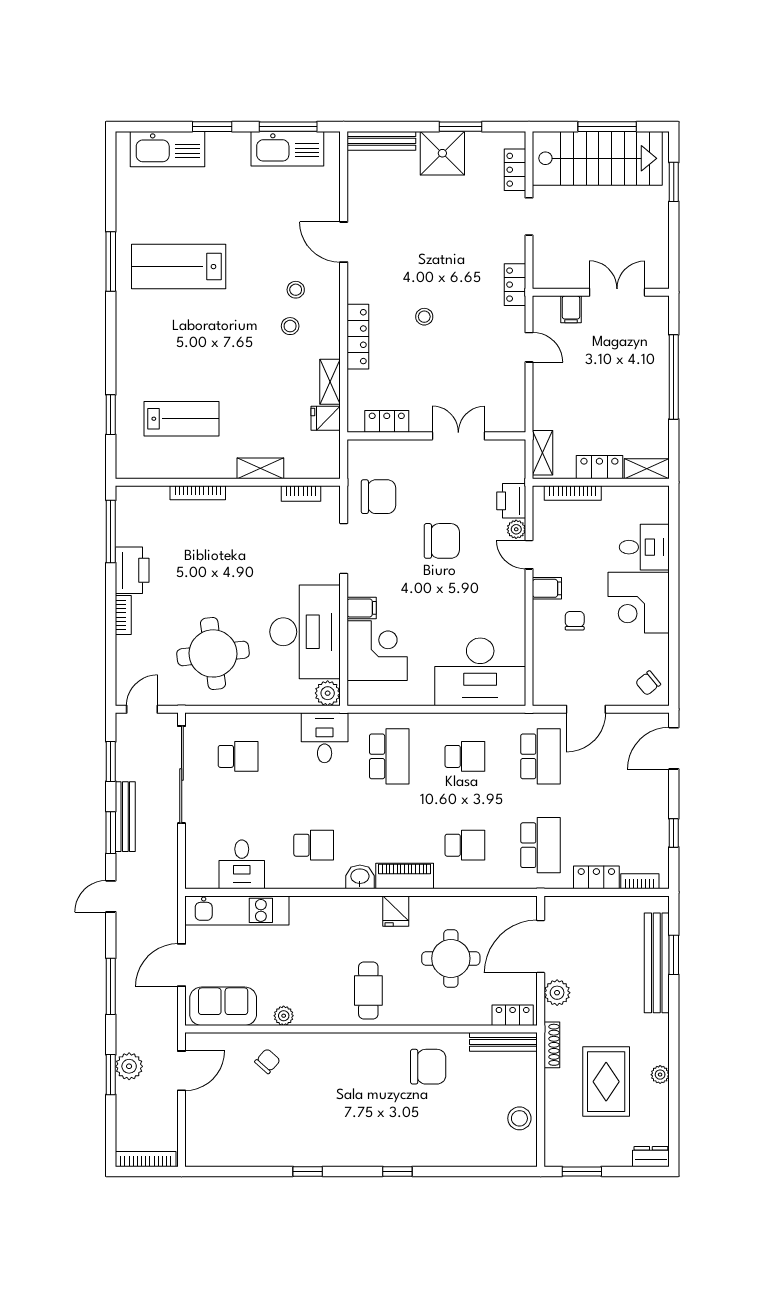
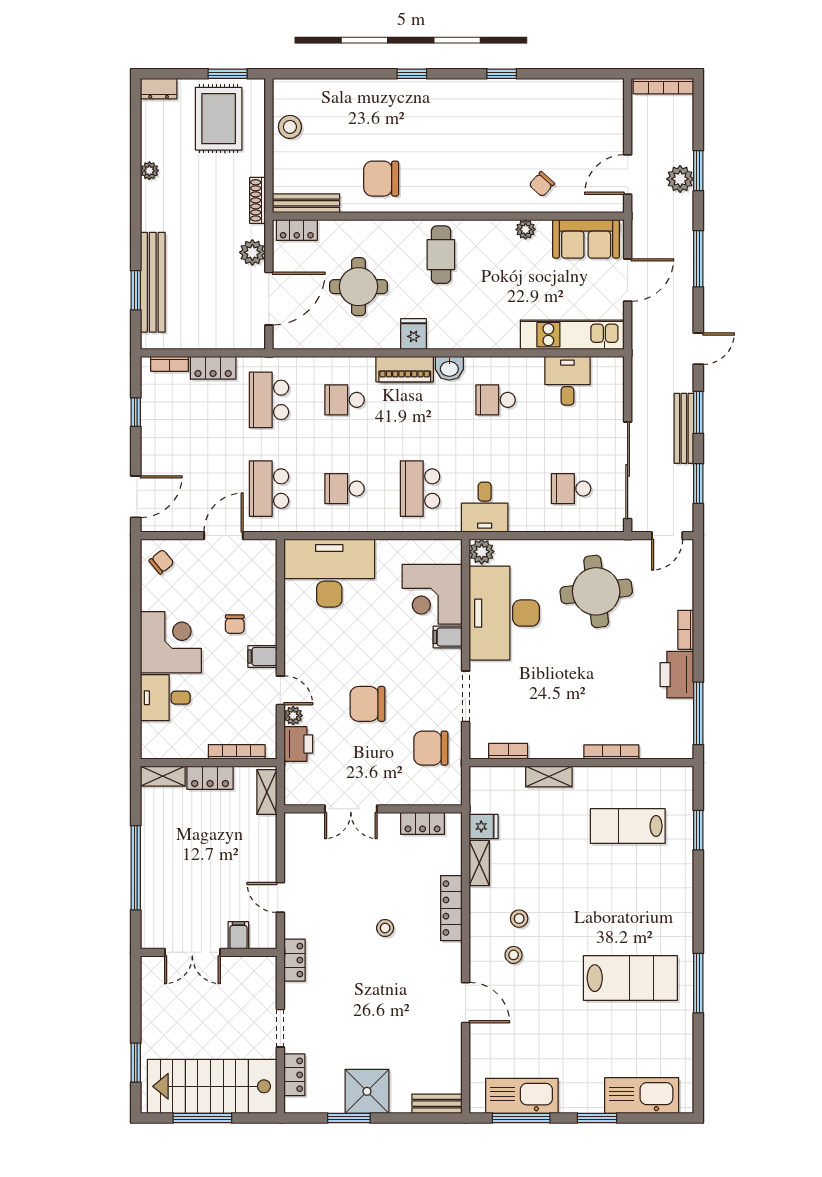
bench: (381, 141) -> (437, 1104), width x0.73
rug: (606, 1082) -> (219, 119), moved

